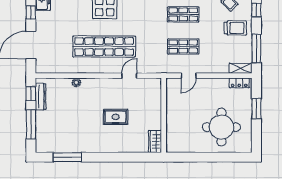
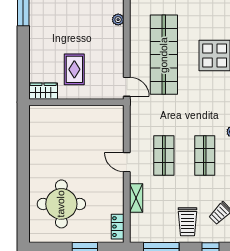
shelving: (241, 68) -> (136, 198), moved
wall: (164, 115) -> (76, 102), moved
wardrobe: (155, 142) -> (43, 91), moved

